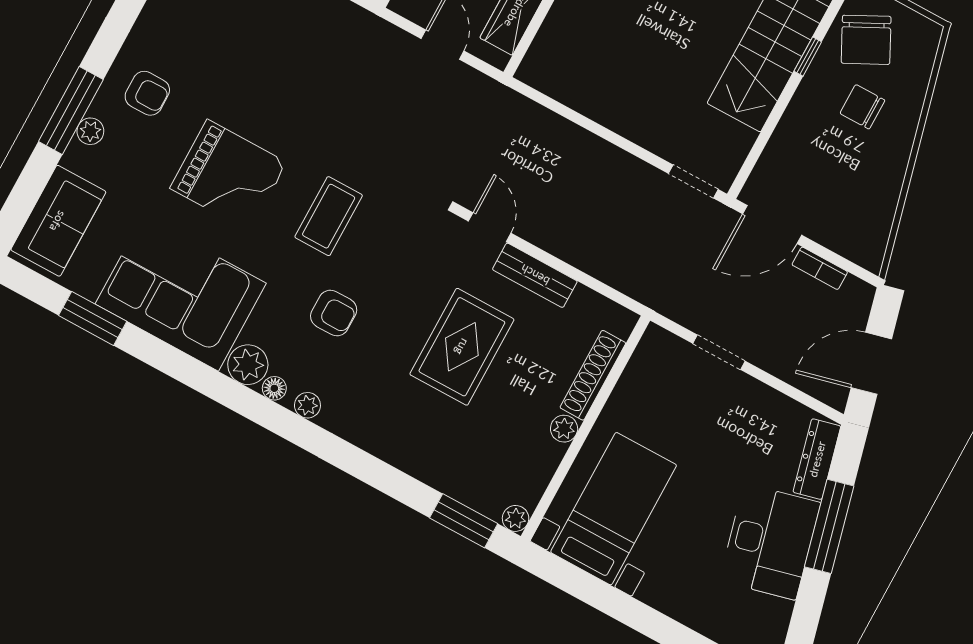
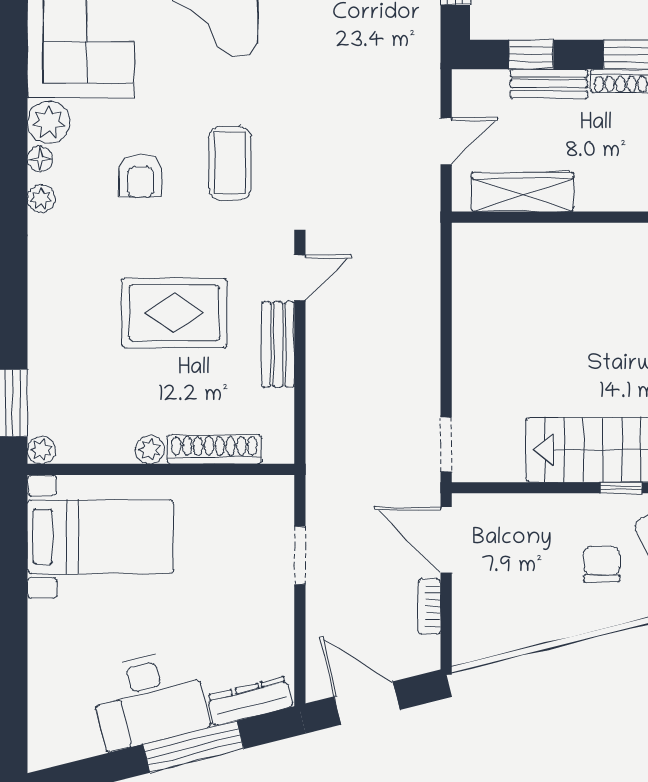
coffee table: (329, 216) -> (230, 163), moved, turned 90

